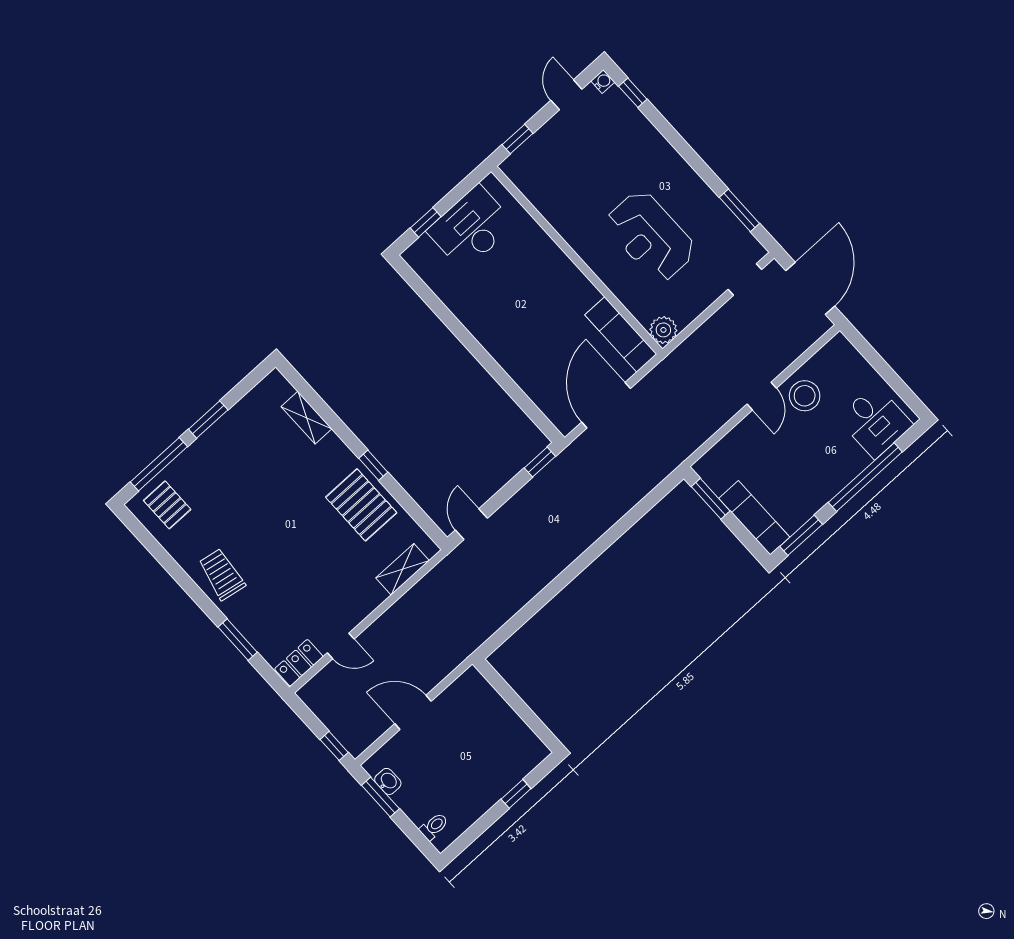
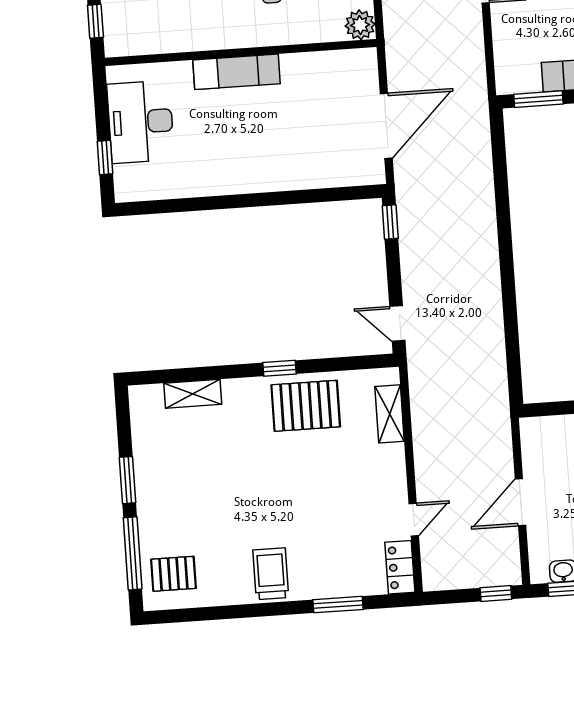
exam couch: (621, 335) -> (237, 72), moved
door: (606, 405) -> (386, 126), swing flipped
trolley: (222, 574) -> (271, 574), turned 80

